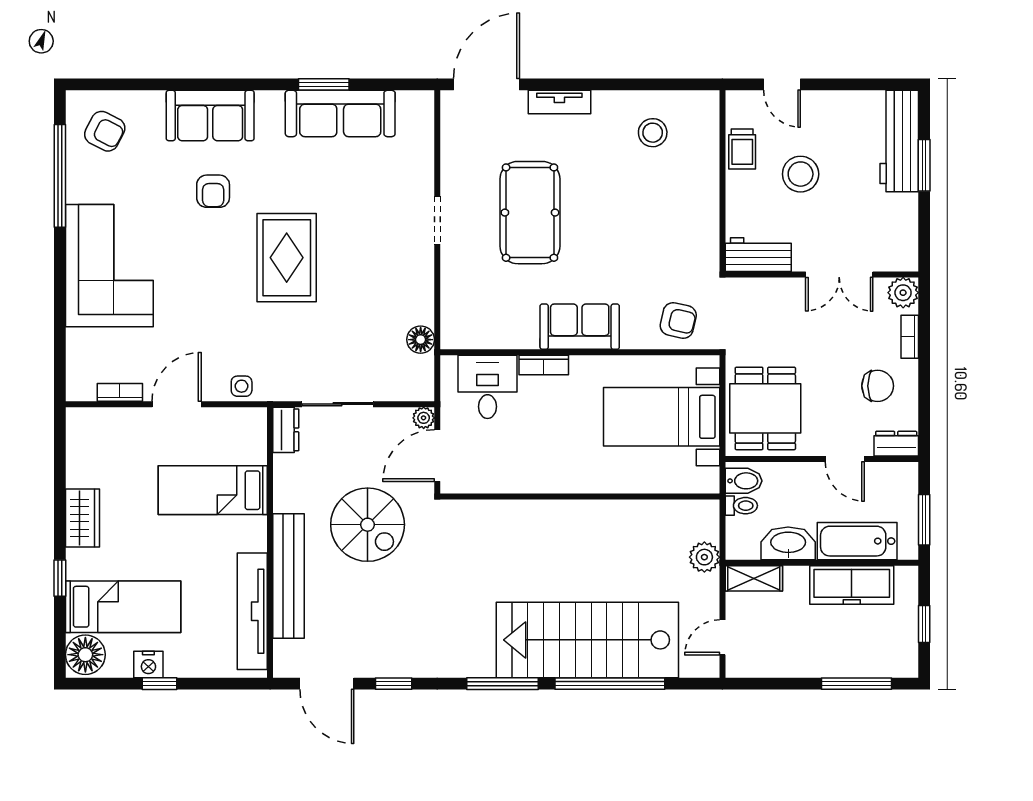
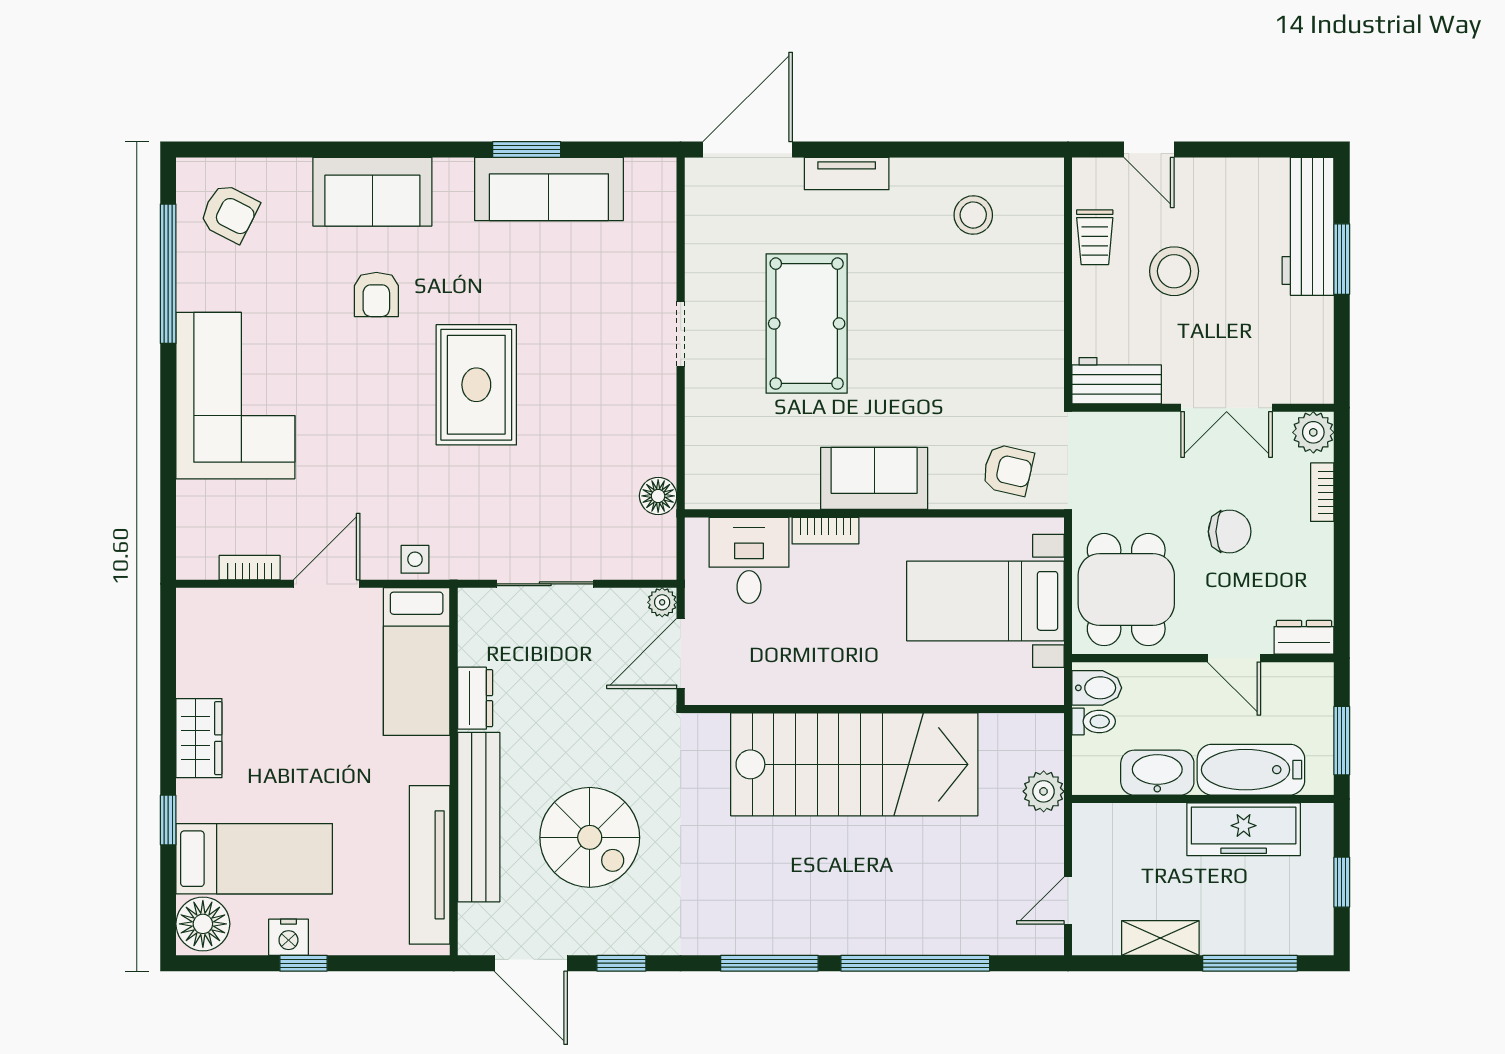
chair: (878, 386) -> (1230, 532), moved
dresser: (286, 430) -> (475, 698), moved
bed: (213, 490) -> (417, 662), moved, turned -90
spiral stairs: (368, 525) -> (590, 837), moved
shelving: (754, 578) -> (1160, 938), moved
stairs: (587, 640) -> (854, 764), moved, turned 180

